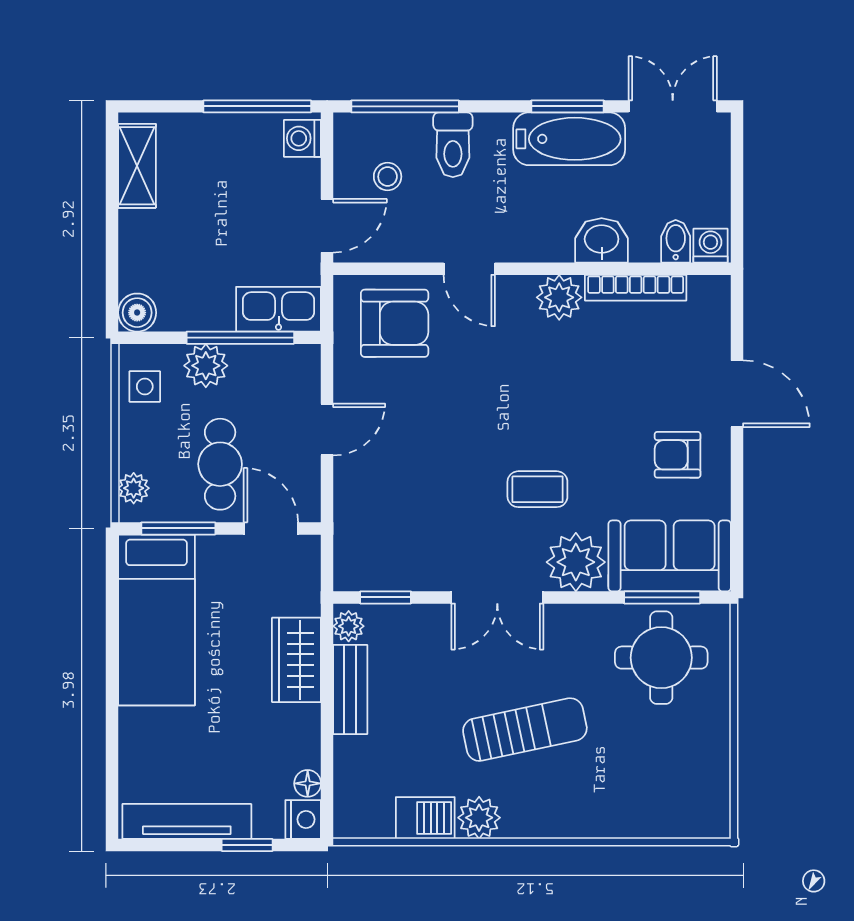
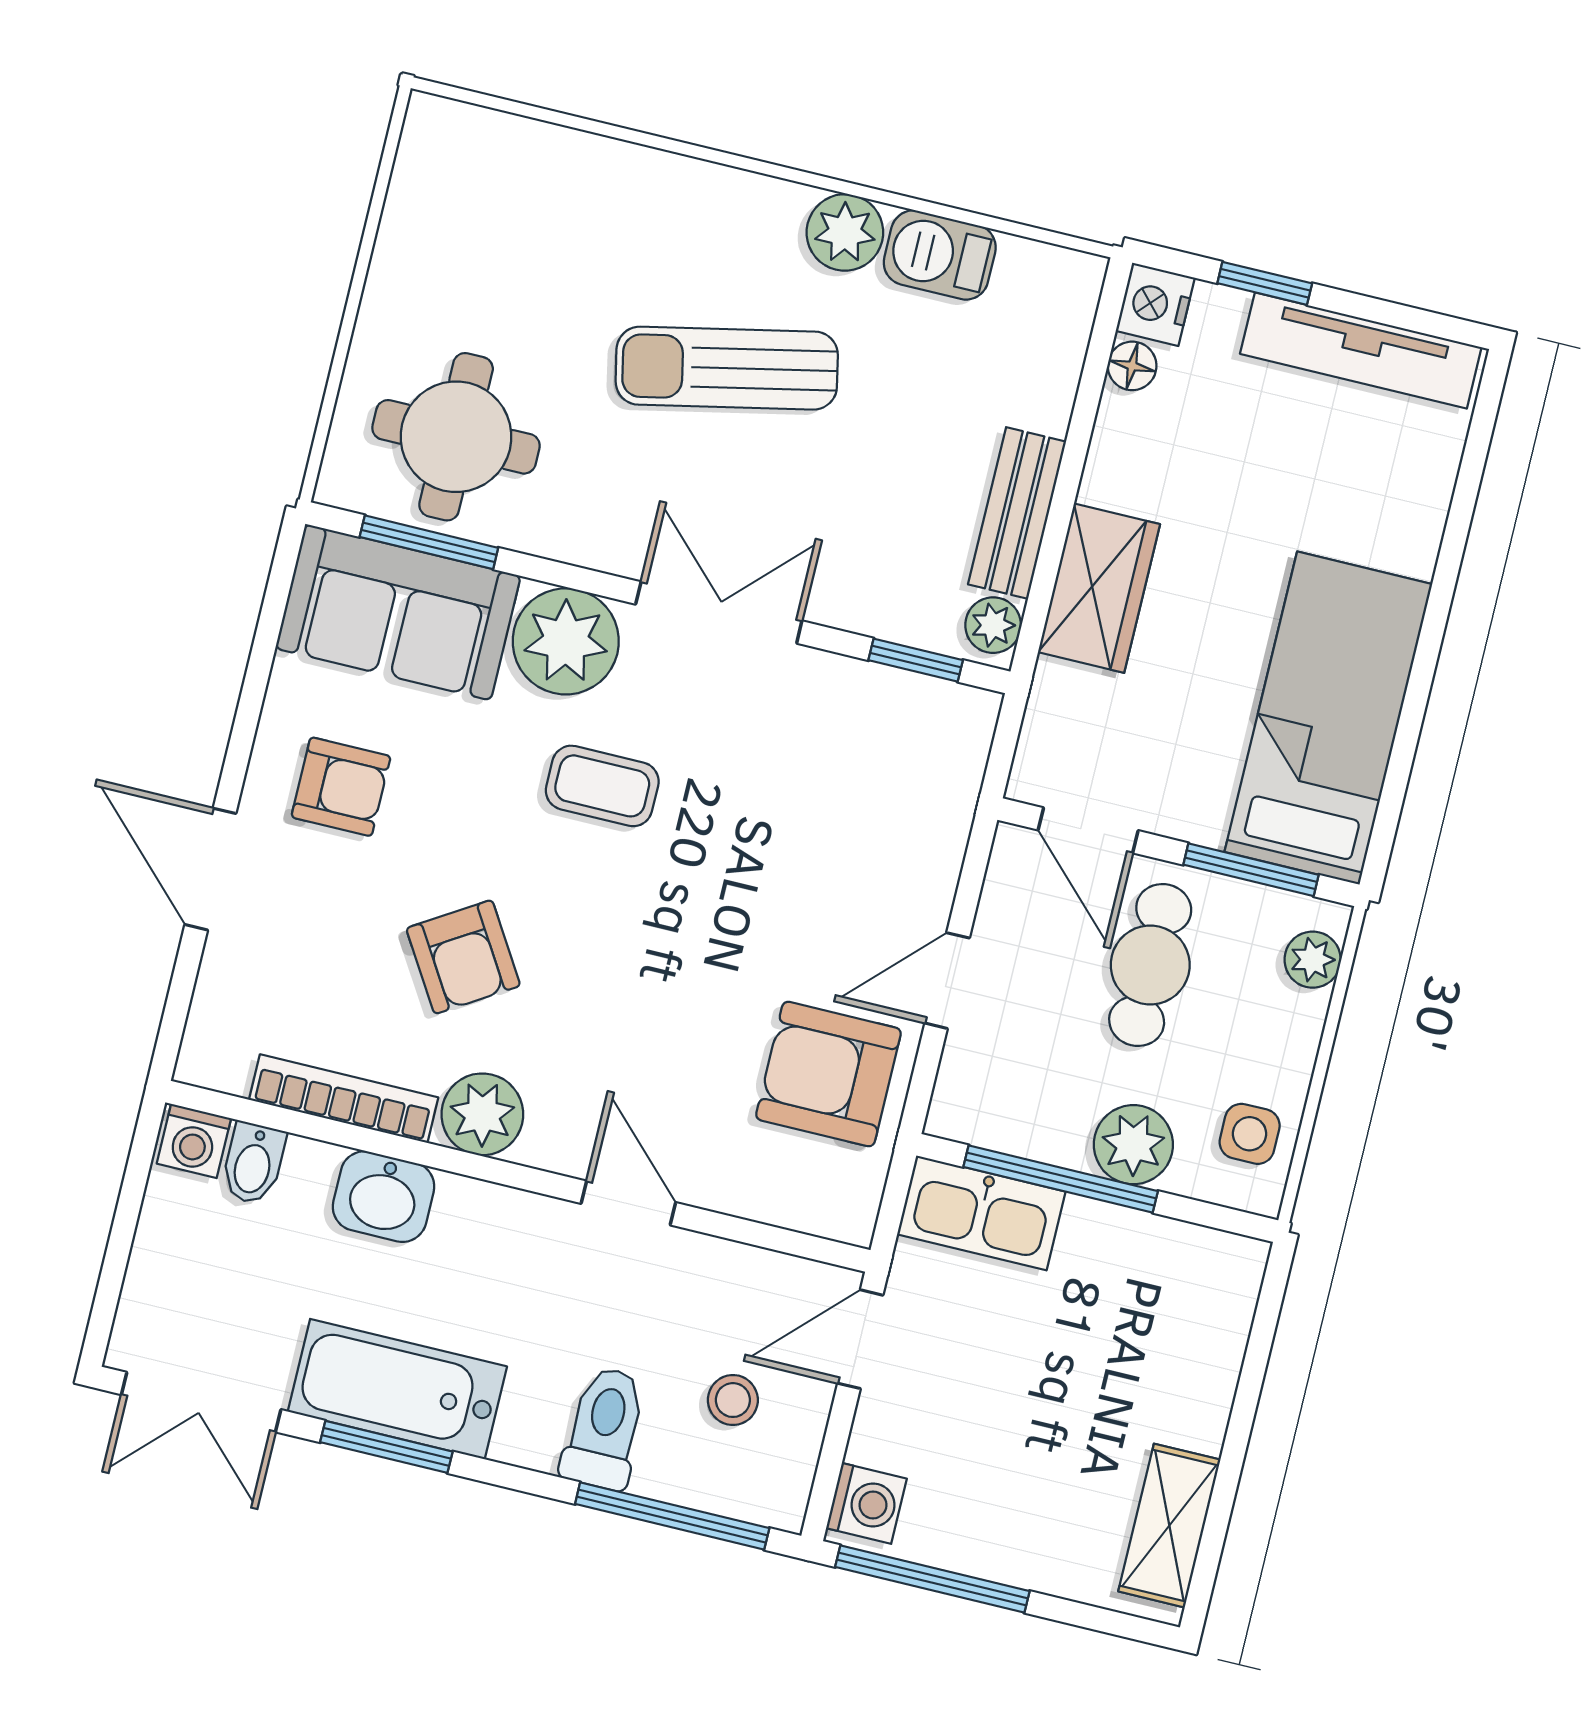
boiler: (137, 313) -> (1232, 1267), removed
armchair: (395, 323) -> (828, 1074), moved
armchair: (590, 379) -> (463, 957), added

